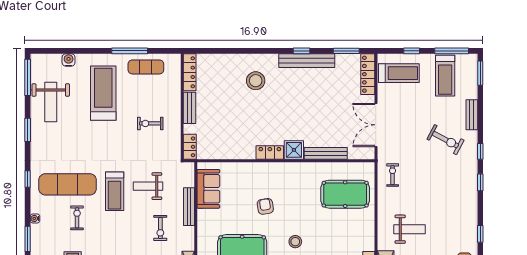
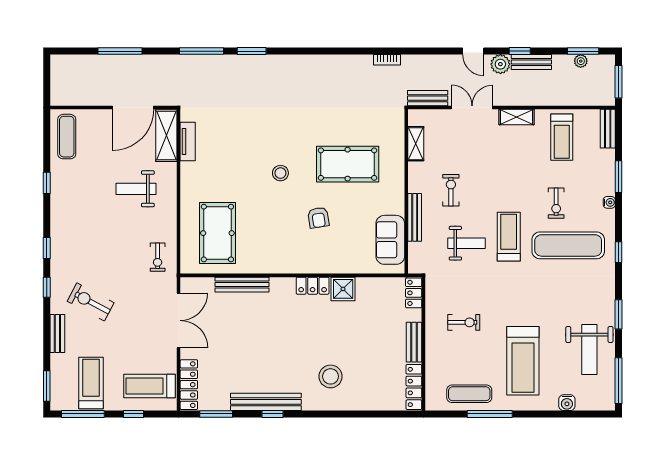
weight bench: (51, 102) -> (589, 350), turned 180
shower: (294, 150) -> (343, 289), moved
pool table: (345, 194) -> (217, 233), turned 90

